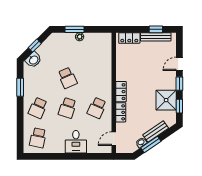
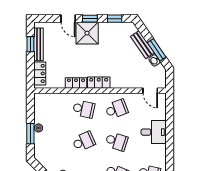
school desk: (97, 78) -> (84, 109), added
shower: (166, 100) -> (87, 33), moved
school desk: (97, 108) -> (116, 109), turned -45
locker: (121, 112) -> (76, 83), moved

